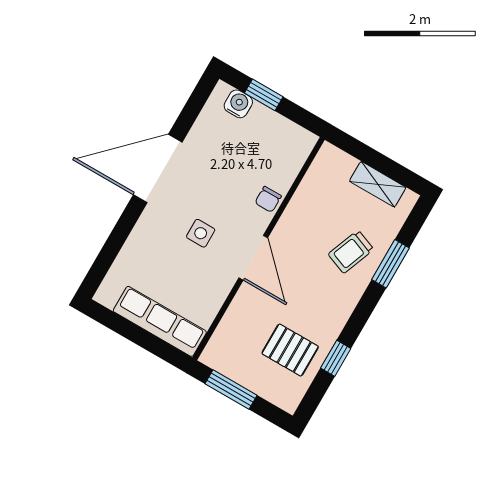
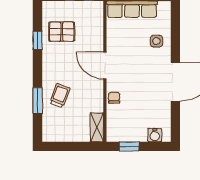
window: (264, 95) -> (129, 146), moved
shelving: (378, 184) -> (97, 127), moved, turned 90
side table: (201, 233) -> (156, 41), moved

